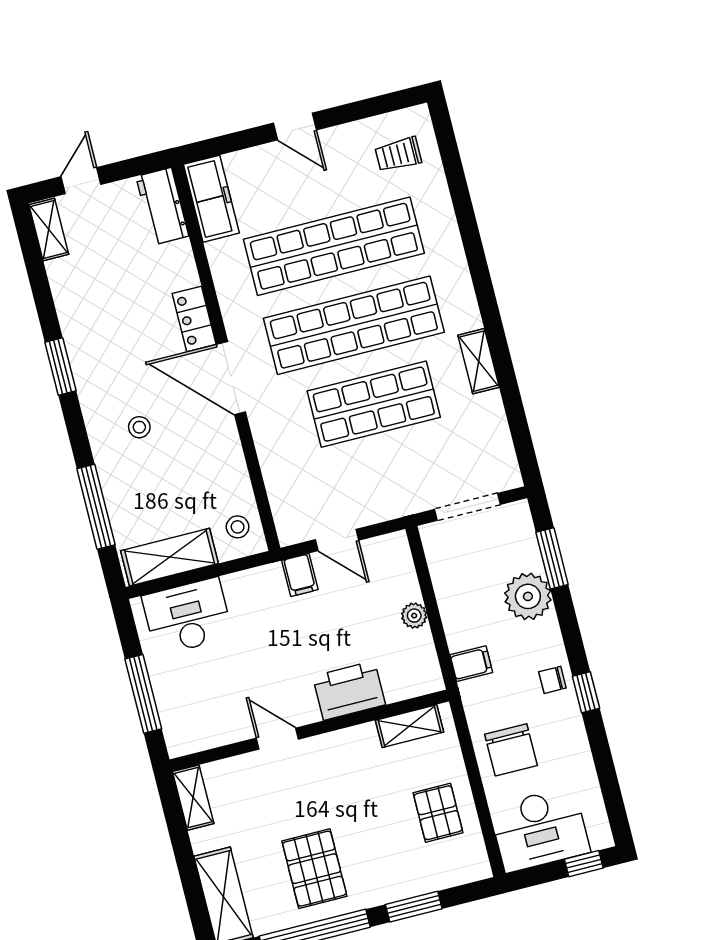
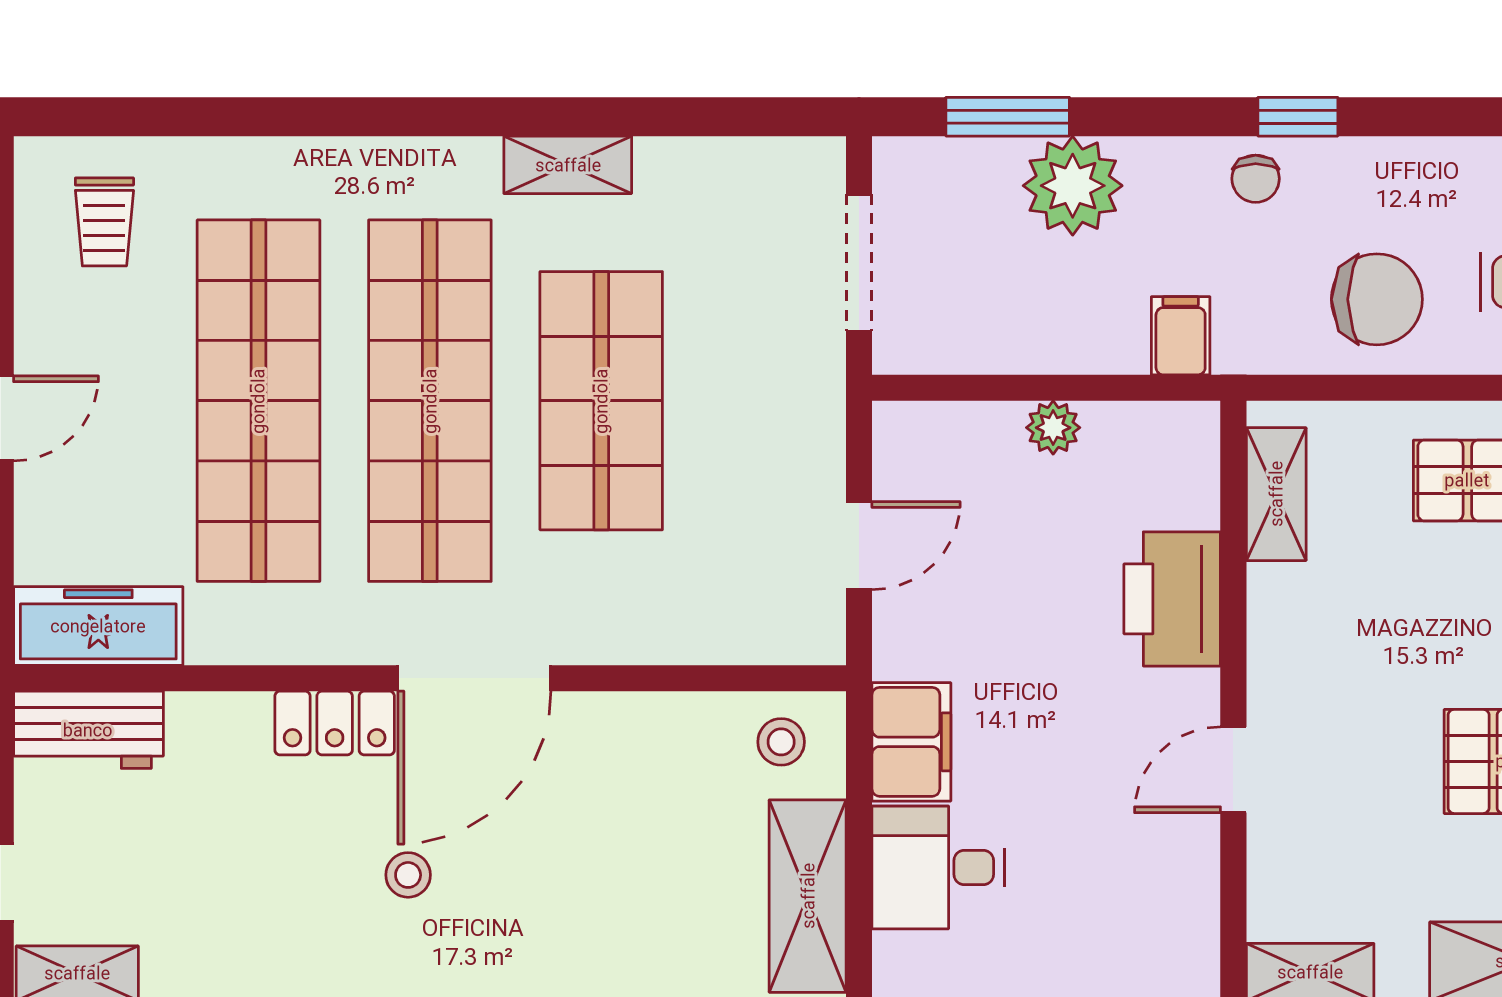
stool: (139, 427) -> (408, 875), moved
filing cabinet: (300, 575) -> (911, 742), moved, width x2.00
desk: (187, 617) -> (938, 867), width x0.73

